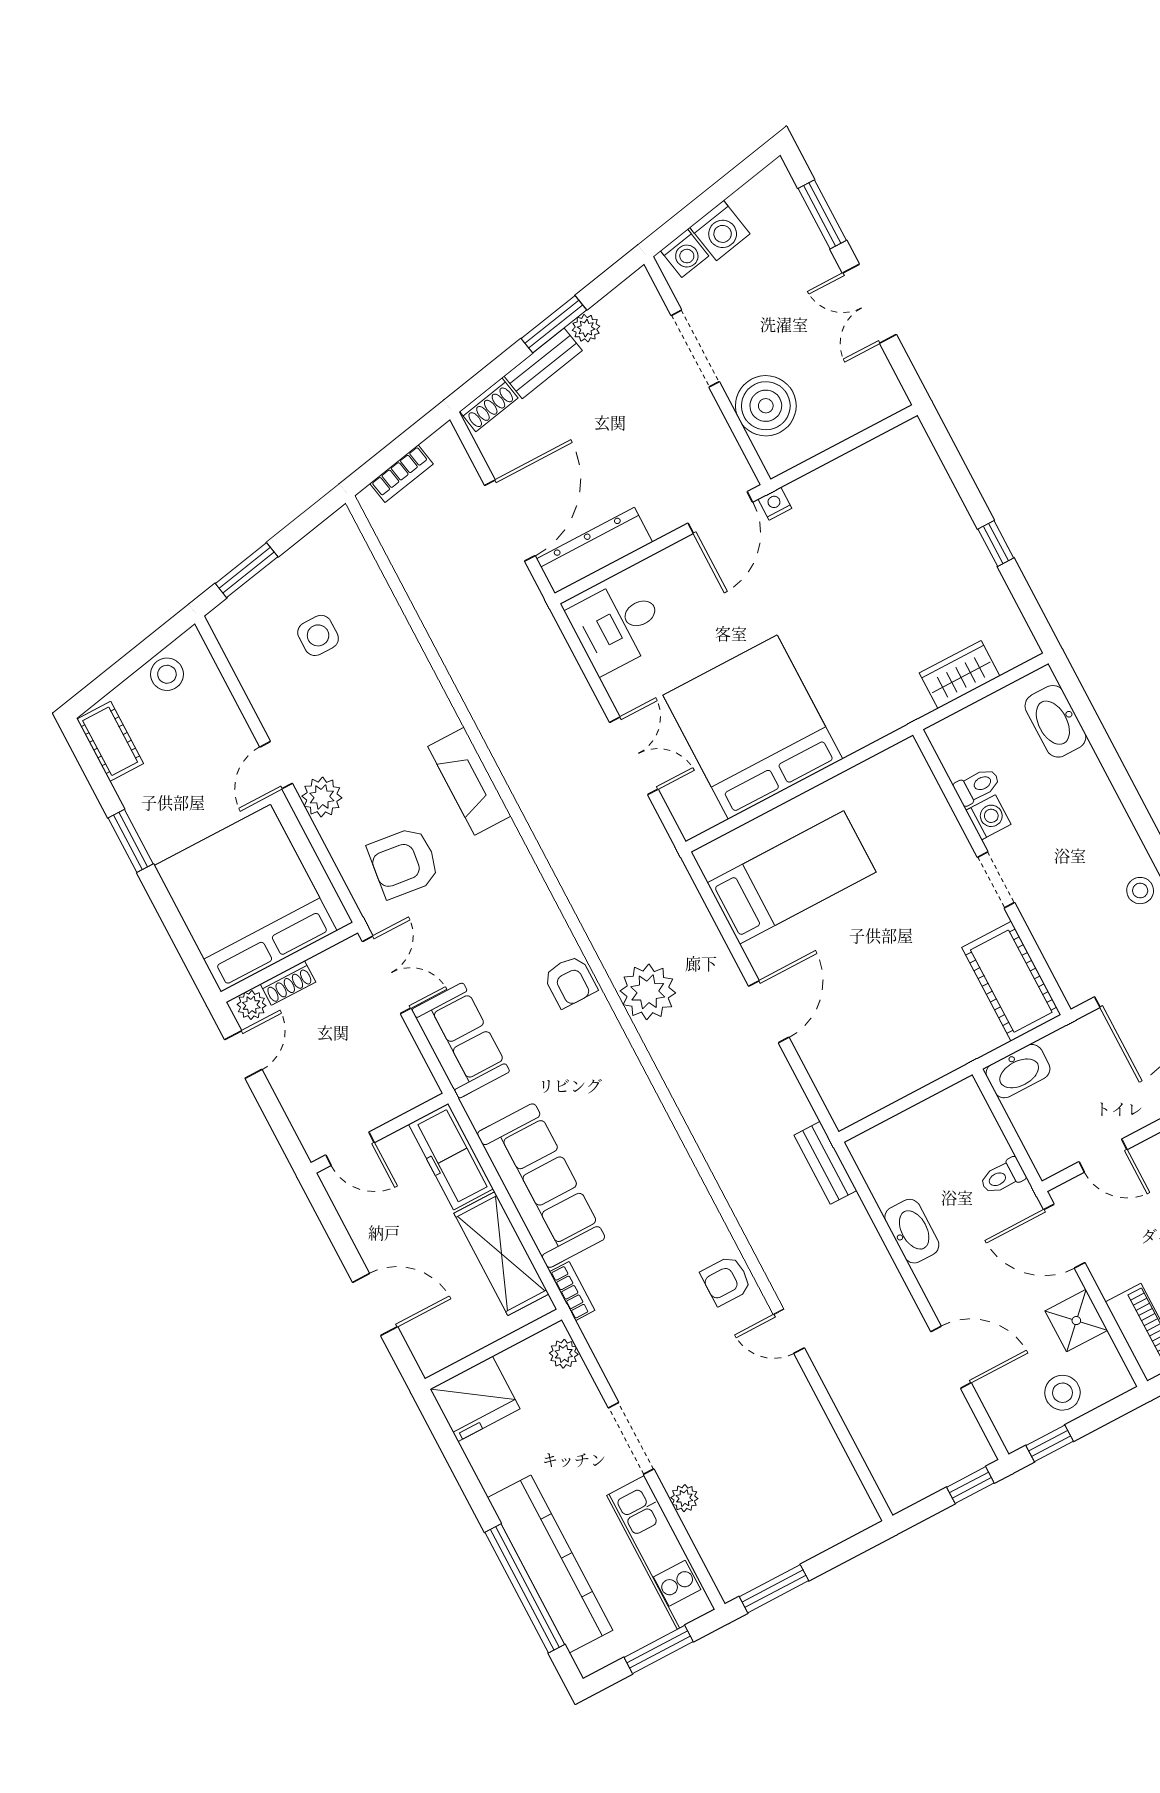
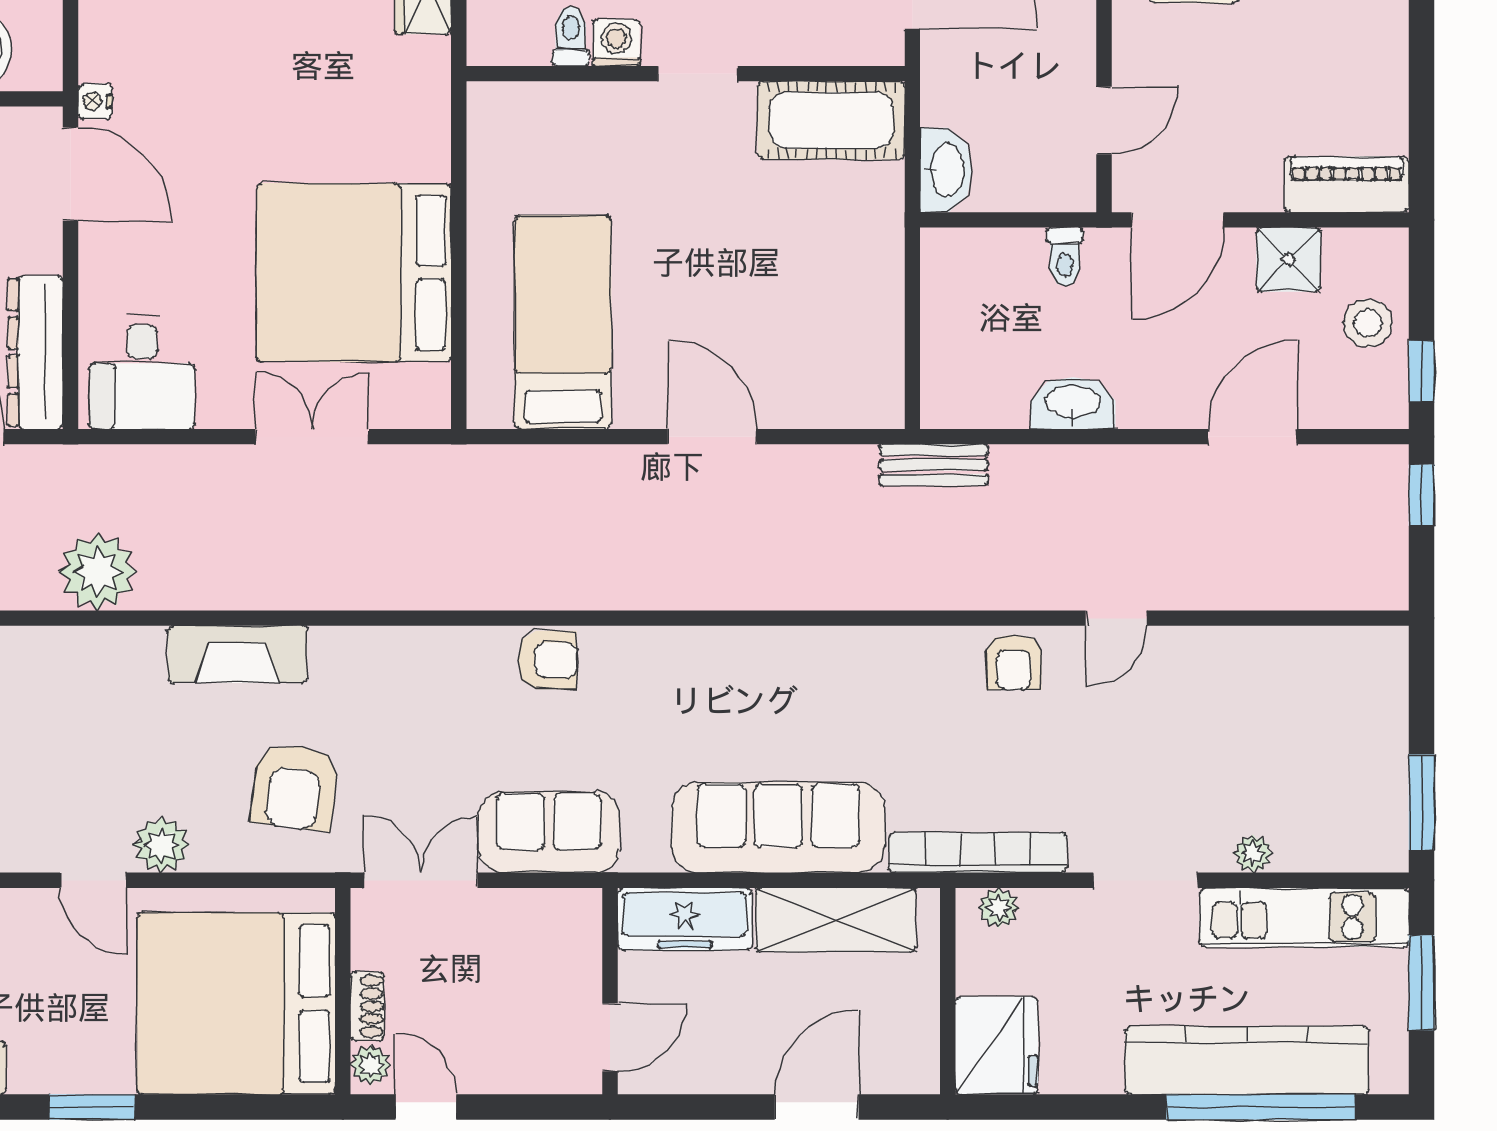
plant: (648, 992) -> (98, 572), moved
bookcase: (572, 1291) -> (978, 852), width x2.31, depth x1.31

